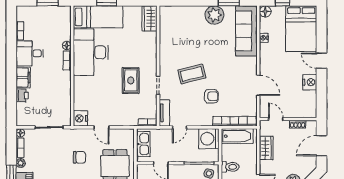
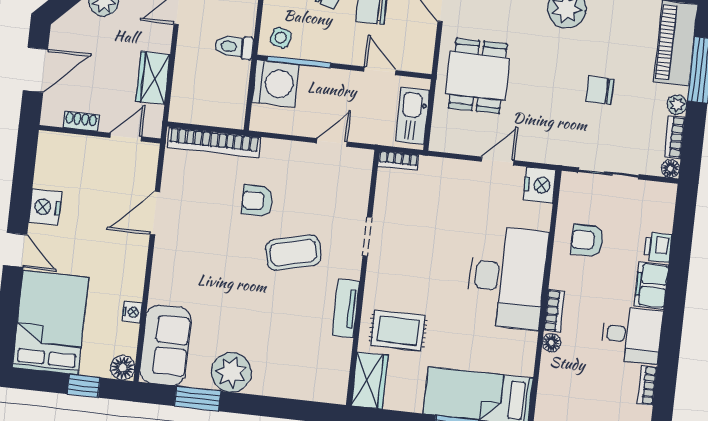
sofa: (246, 31) -> (166, 345), width x0.73
desk: (91, 52) -> (507, 277), moved
rug: (131, 80) -> (398, 331), moved, turned 90
door: (258, 85) -> (155, 213), hinge flipped
armchair: (55, 95) -> (587, 240), added
tv unit: (164, 113) -> (346, 308), moved
door: (276, 119) -> (126, 137), swing flipped
door: (101, 127) -> (497, 161), hinge flipped
bathtub: (237, 136) -> (212, 110), removed
washing machine: (209, 139) -> (276, 83), moved
chair: (79, 157) -> (600, 90), moved

